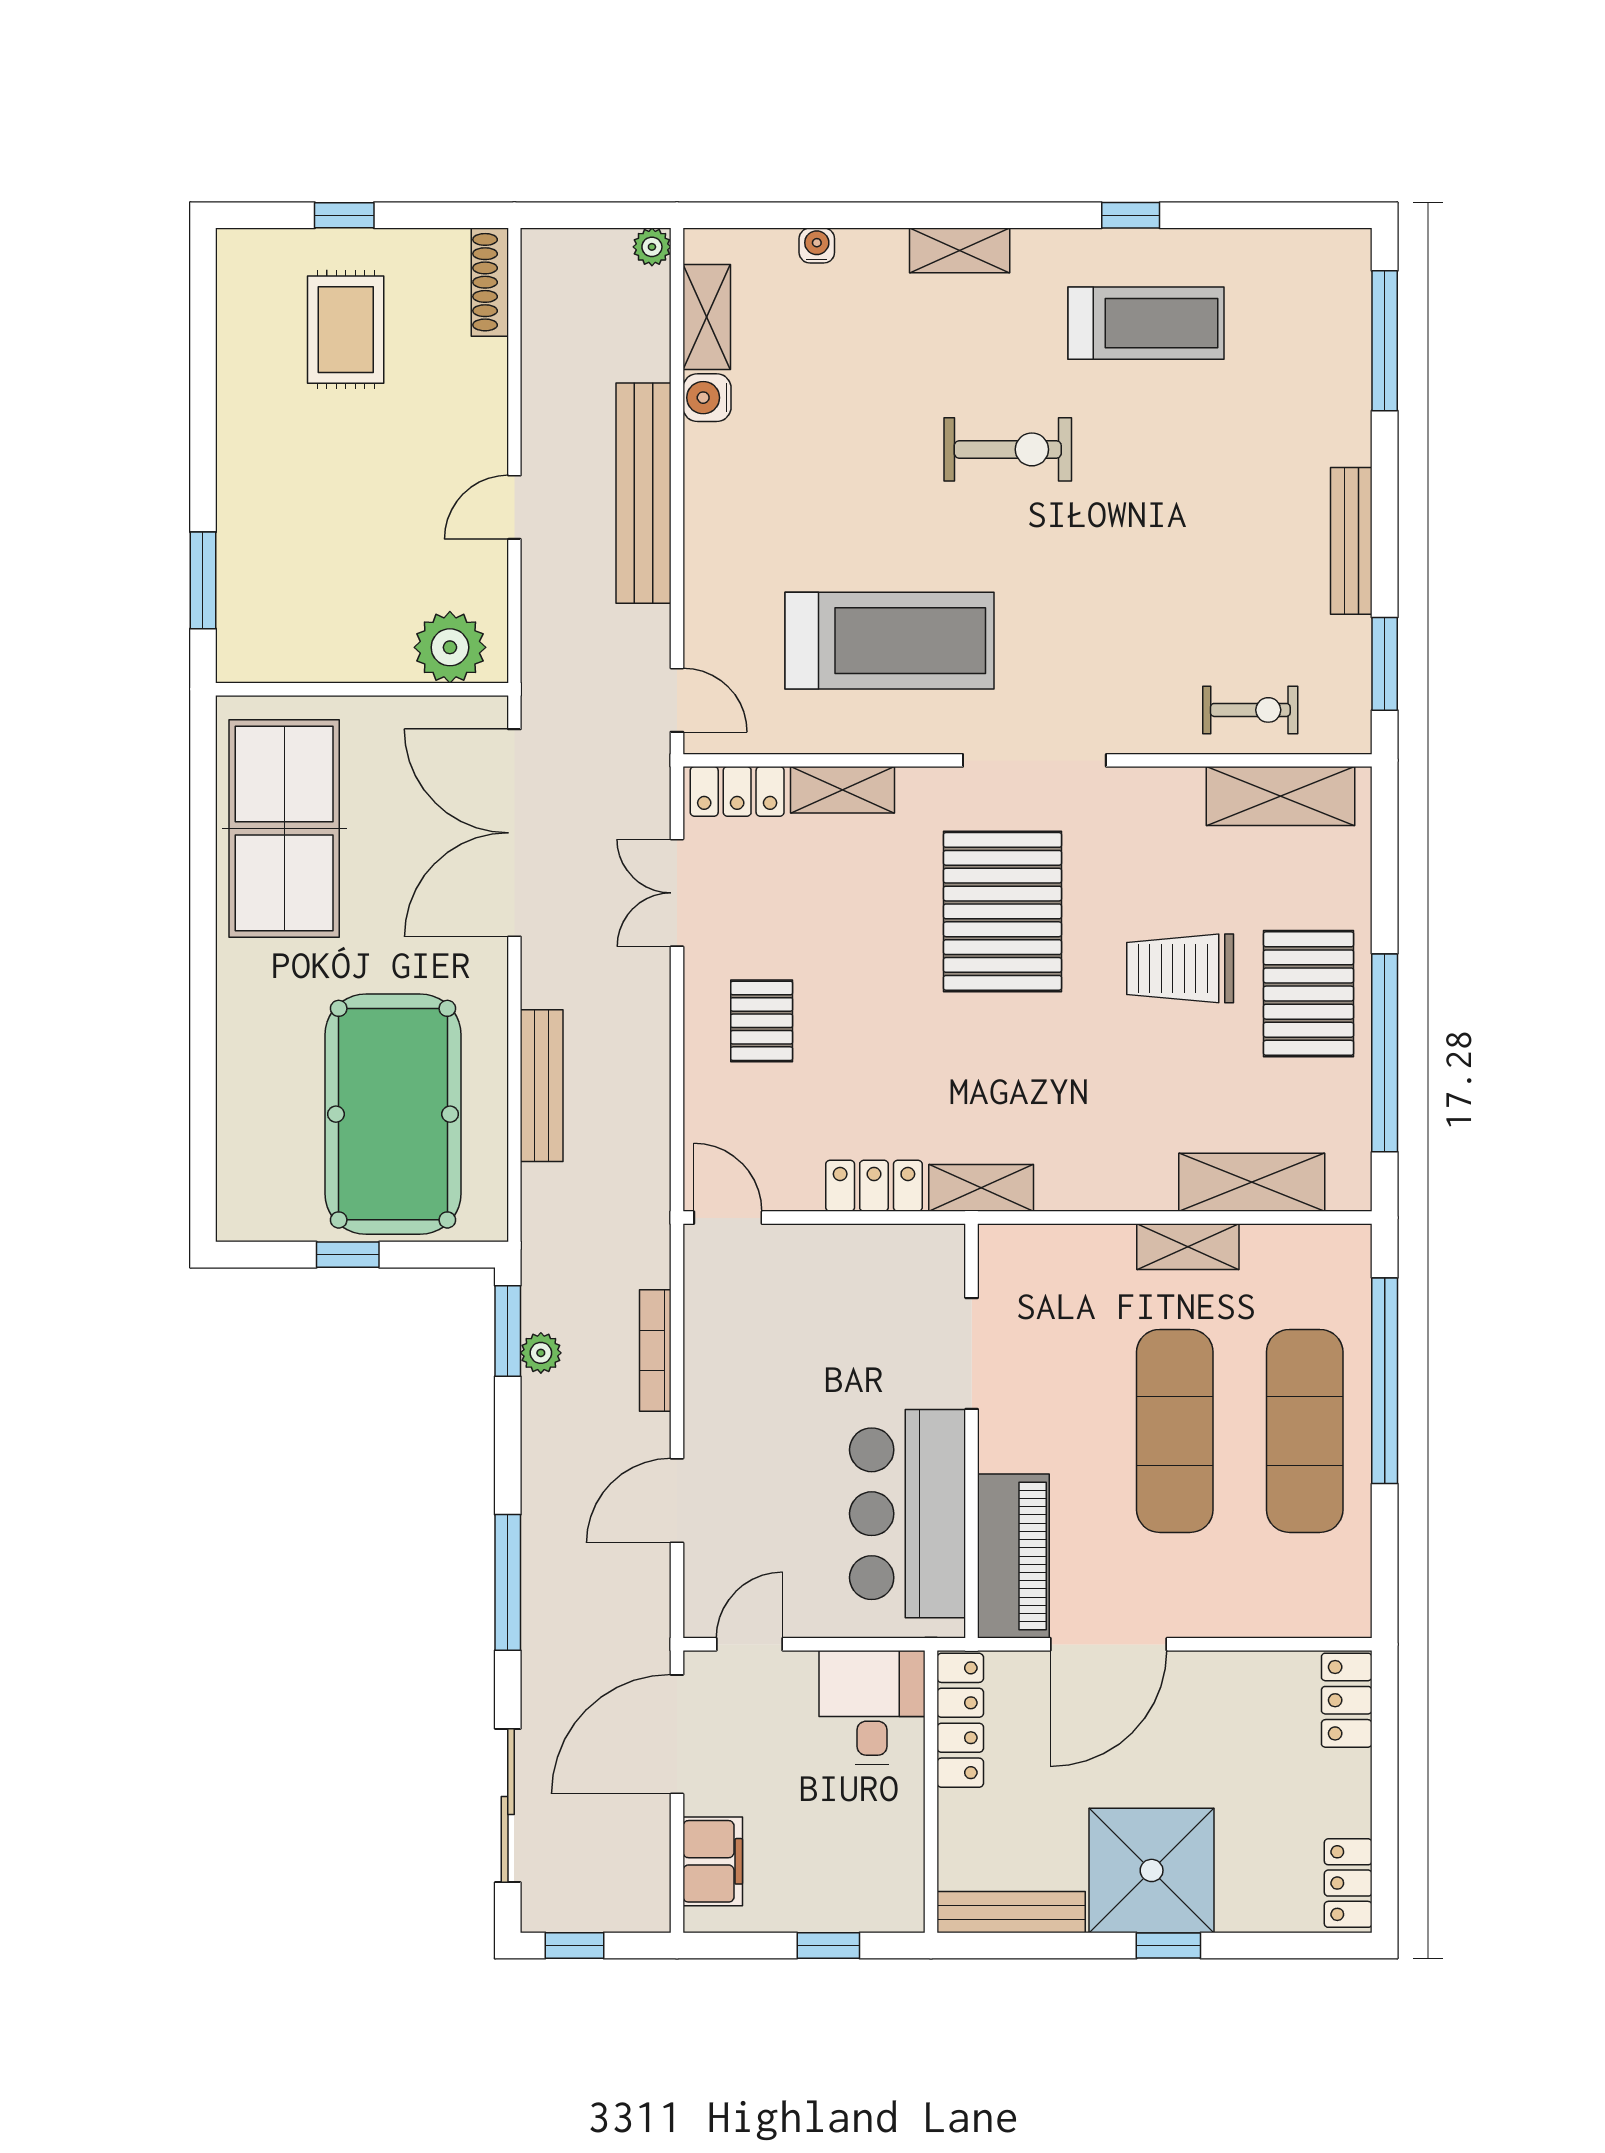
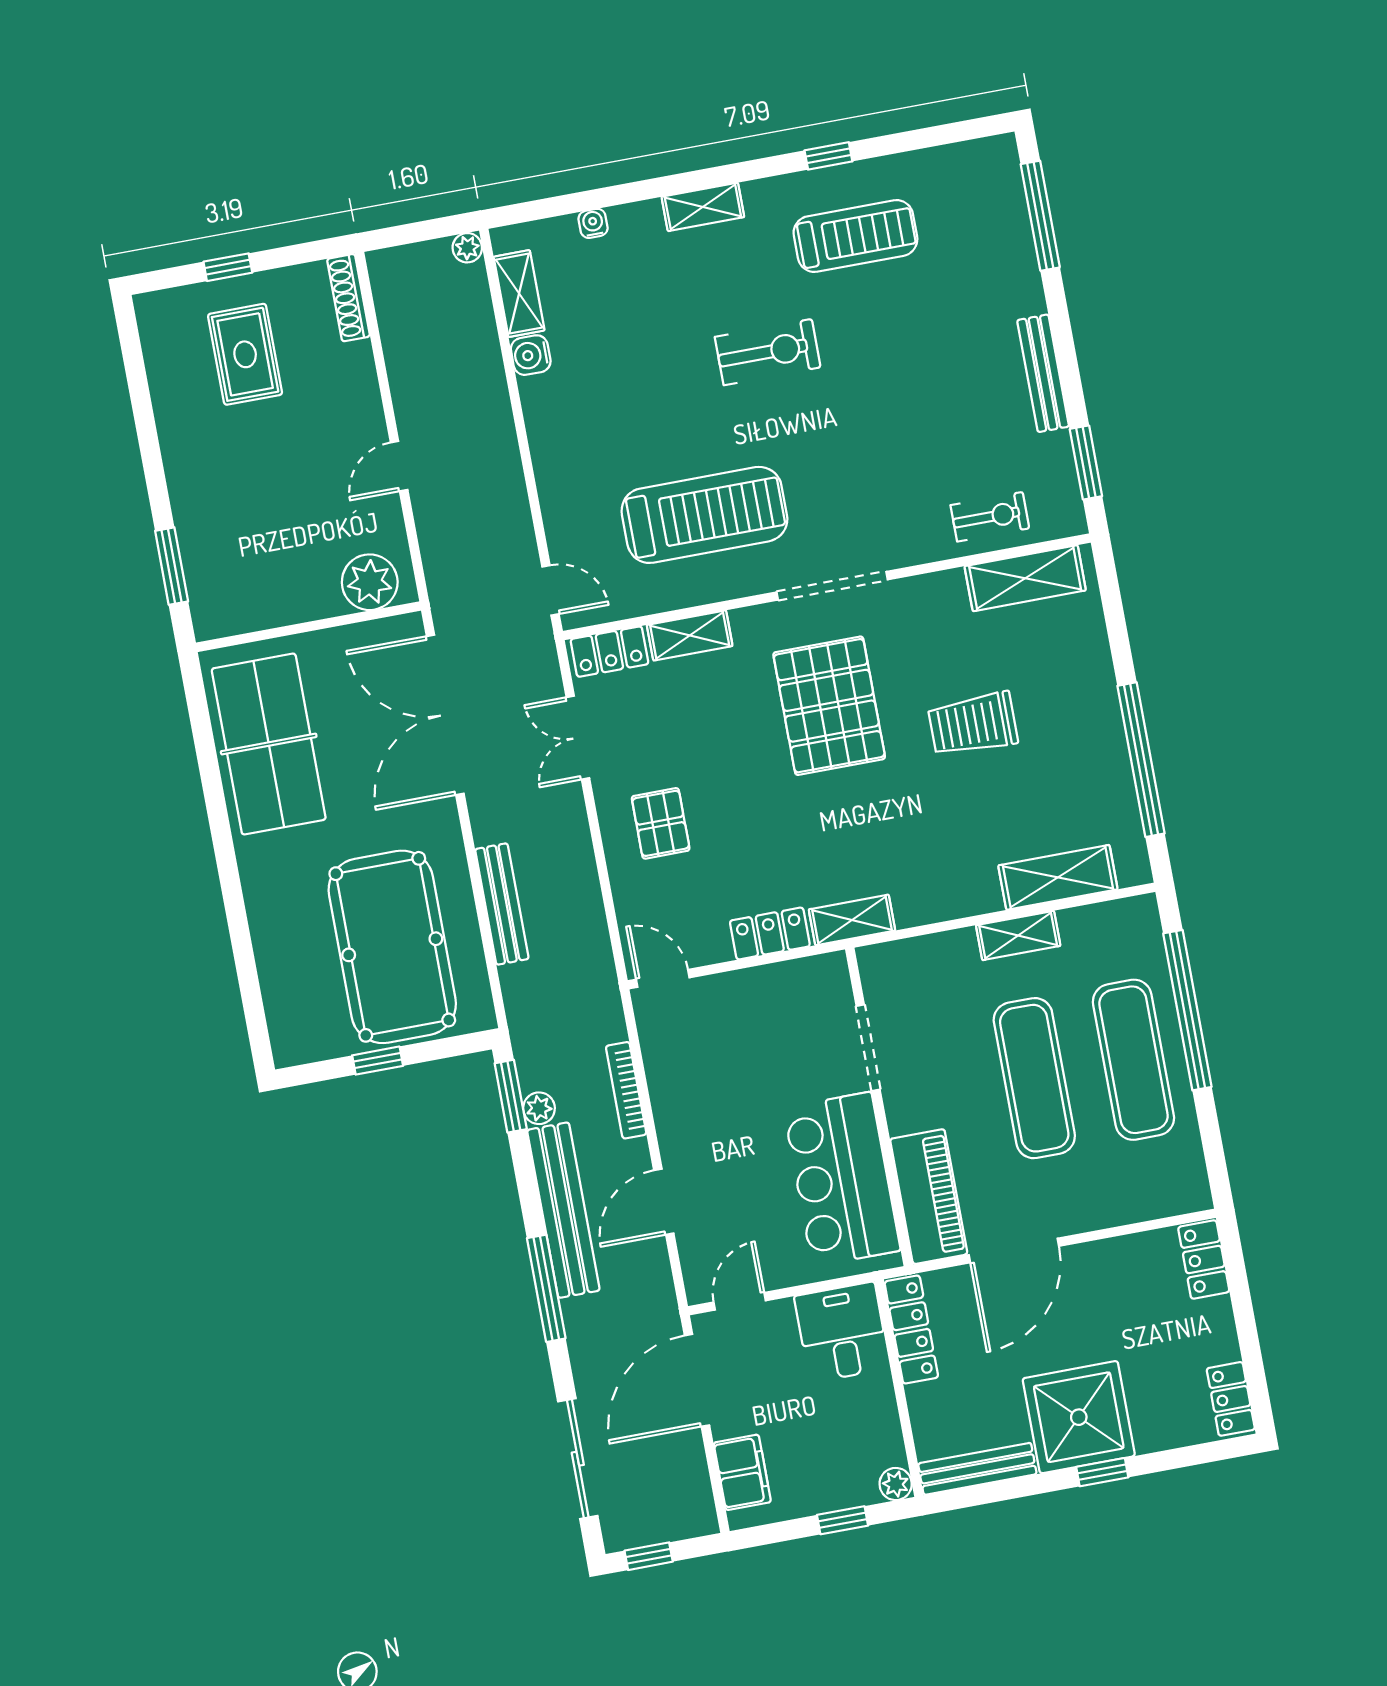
bench: (643, 493) -> (563, 1210), moved
pallet: (1309, 994) -> (1075, 725), removed
plant: (904, 1912) -> (896, 1484), added

